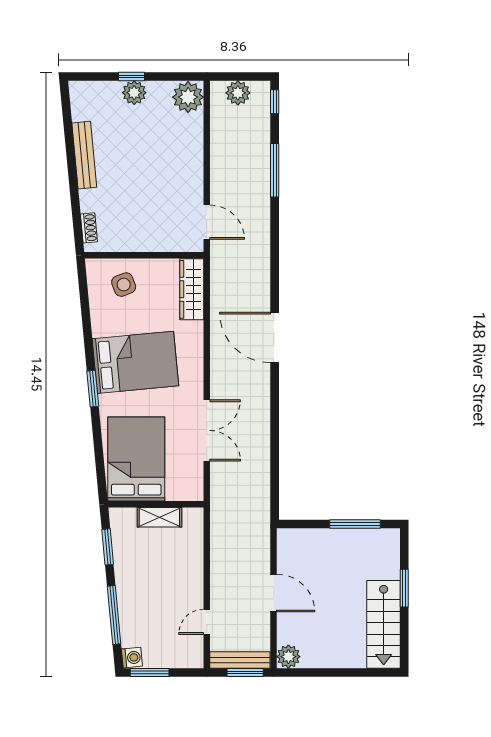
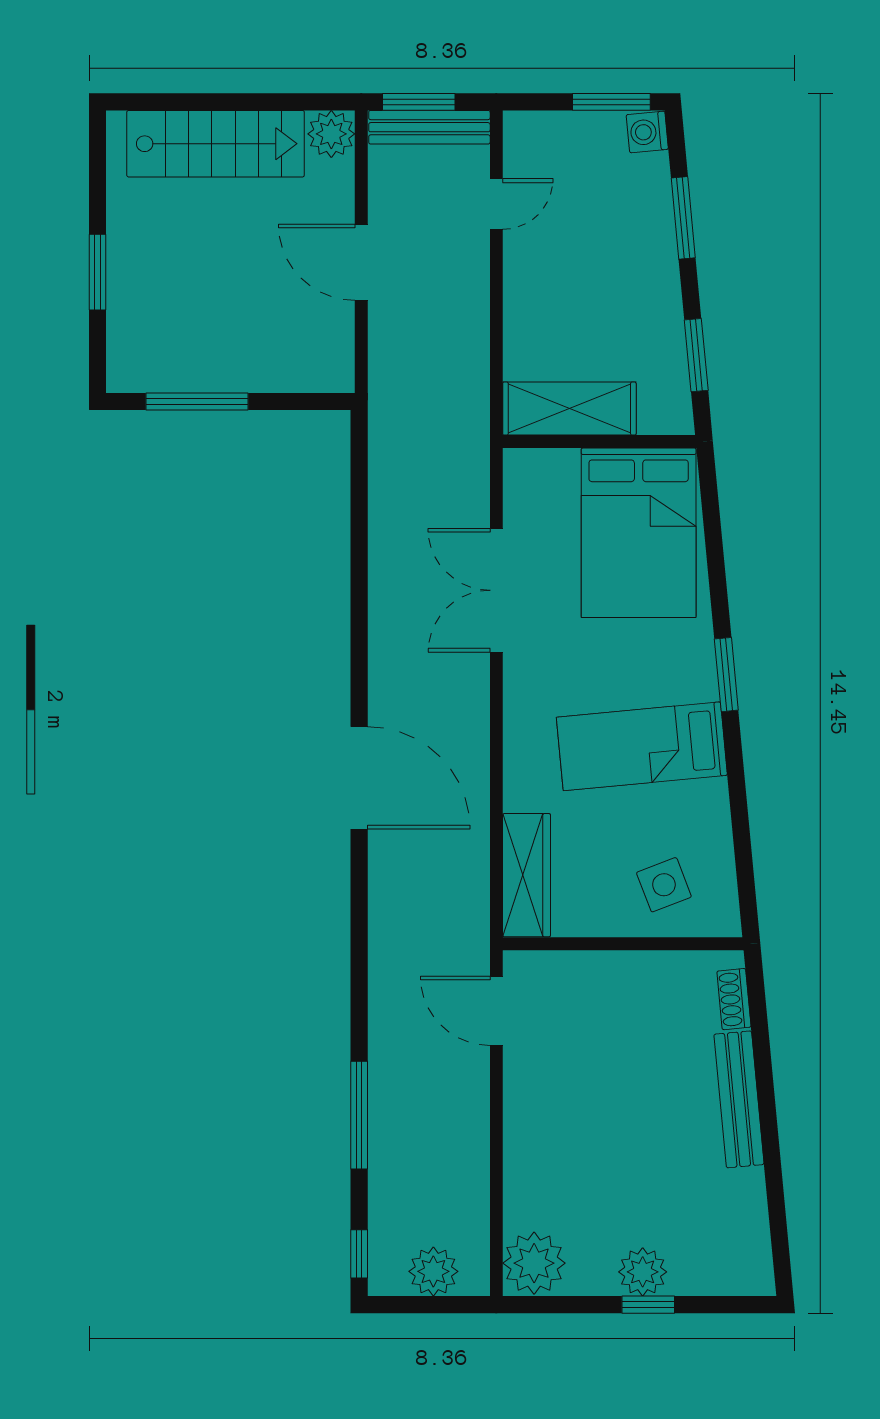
bench: (84, 155) -> (739, 1099), moved
bed: (135, 362) -> (642, 746), width x0.67
shelving: (159, 517) -> (569, 409), width x1.50, depth x1.33
window: (114, 615) -> (683, 218), width x0.69
stairs: (384, 624) -> (216, 144), moved, turned 90

